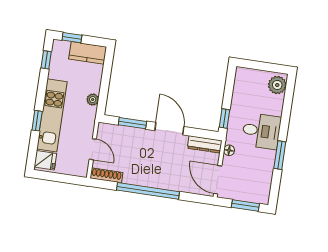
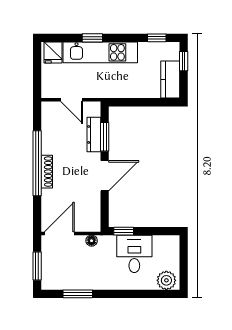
plant: (93, 100) -> (123, 92), removed
desk: (261, 131) -> (134, 254), moved, turned 180
dresser: (205, 144) -> (94, 134), moved
door: (93, 149) -> (72, 100), hinge flipped
window: (280, 155) -> (78, 294), moved
shoe rack: (106, 175) -> (47, 172), moved

